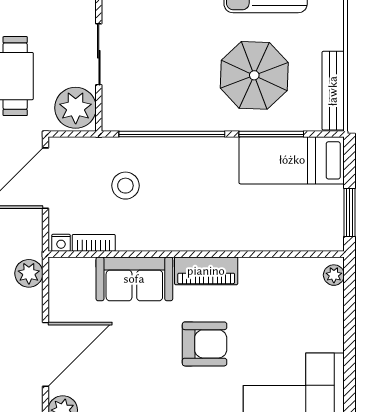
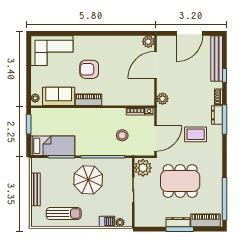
parasol: (254, 75) -> (88, 180), moved
bench: (333, 91) -> (36, 189), moved
sofa: (134, 279) -> (59, 96), moved

